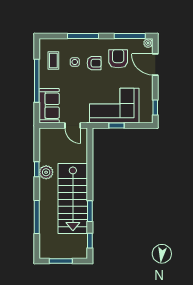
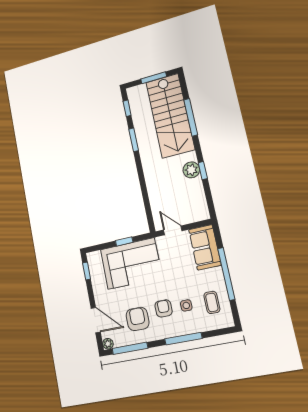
armchair: (118, 59) -> (138, 319), turned 180
armchair: (94, 63) -> (164, 308), turned 90
stairs: (73, 199) -> (170, 116), moved, turned 180

